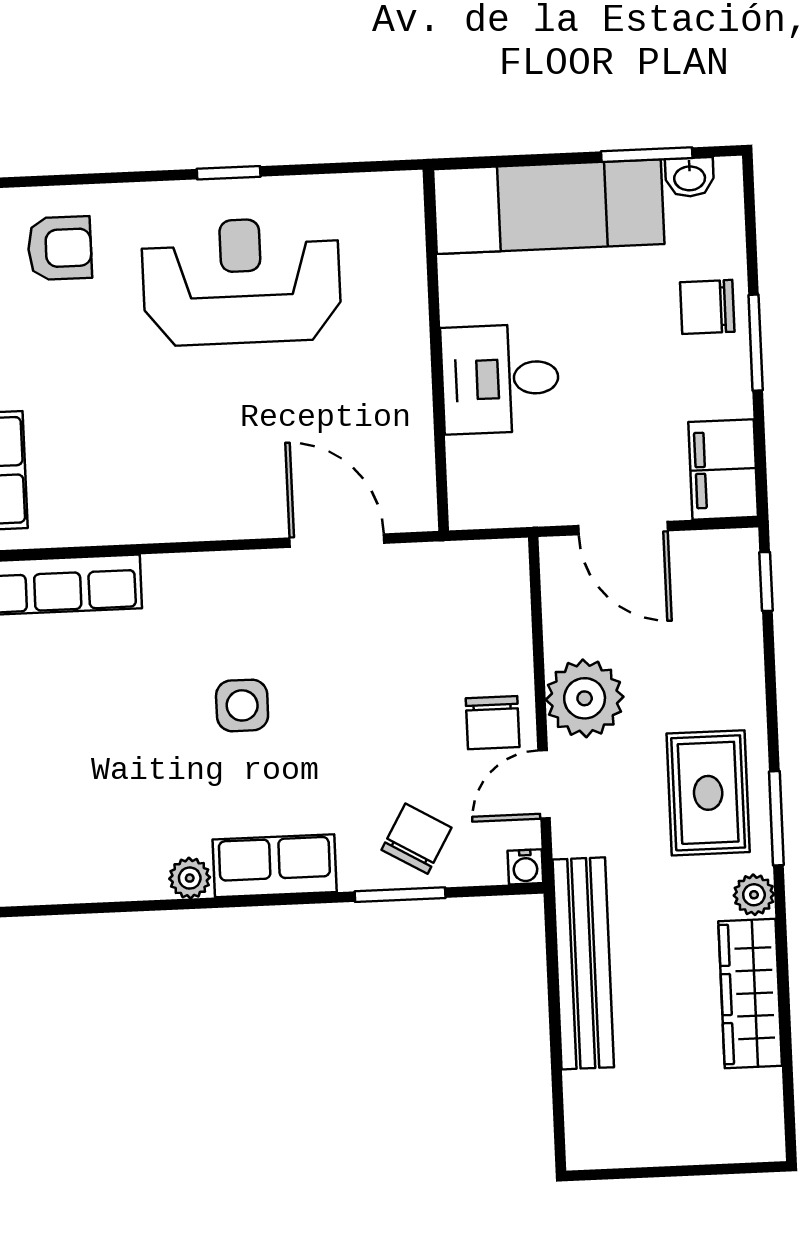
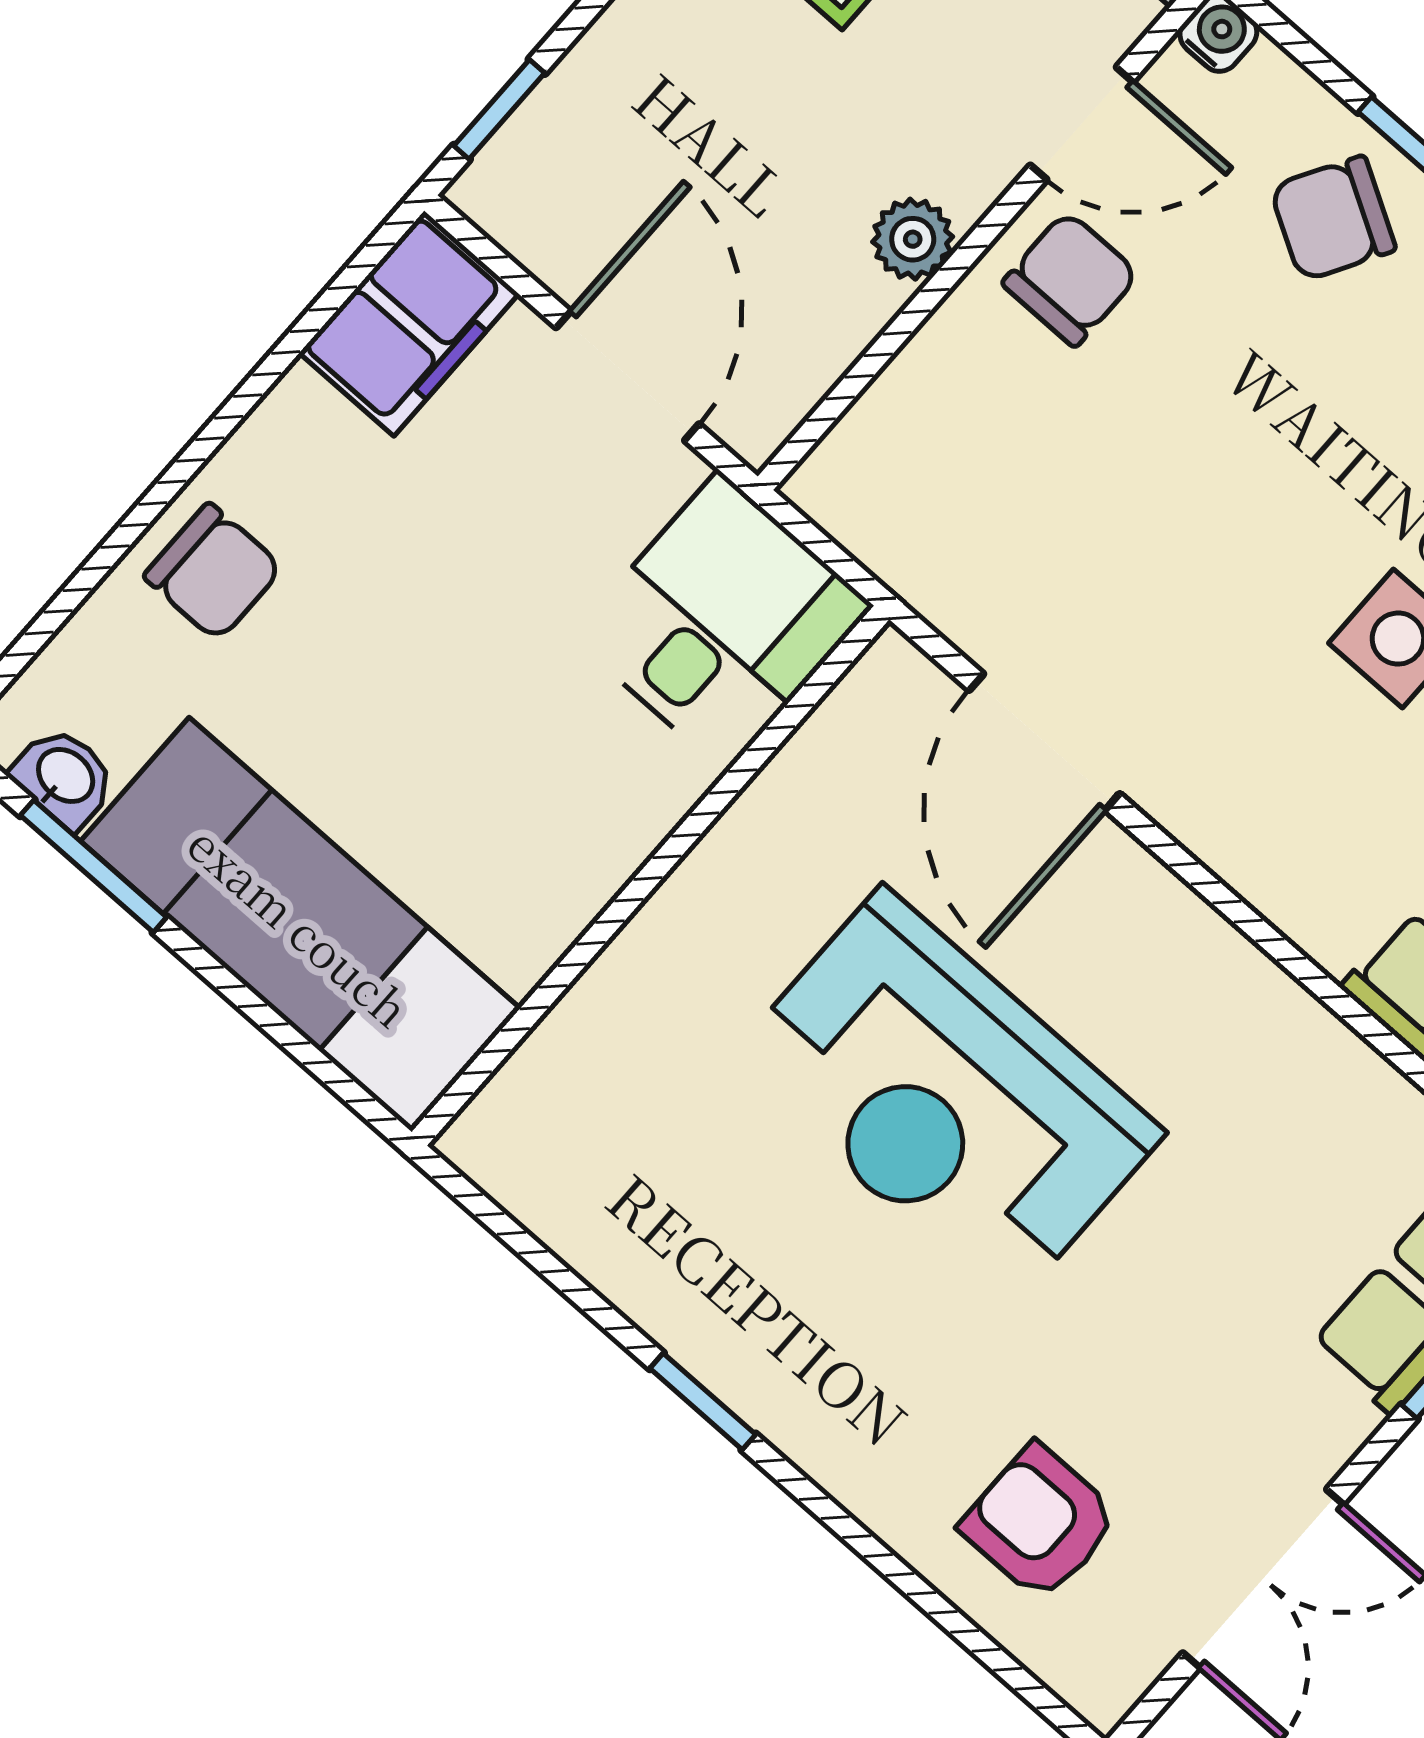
reception desk: (241, 281) -> (946, 1097), moved
window: (756, 343) -> (194, 457), removed
desk: (500, 379) -> (722, 621), moved, turned -90
plant: (585, 698) -> (913, 239), width x0.53, depth x0.53

